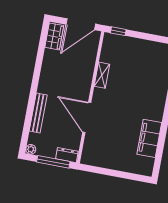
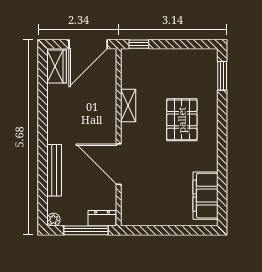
pallet: (140, 93) -> (182, 120), added
filing cabinet: (149, 138) -> (206, 196), moved

